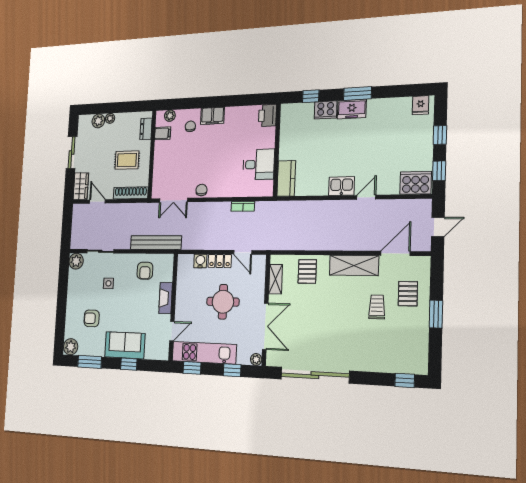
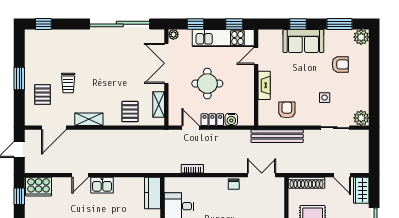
shelving: (354, 265) -> (89, 119), width x0.67, depth x0.75

